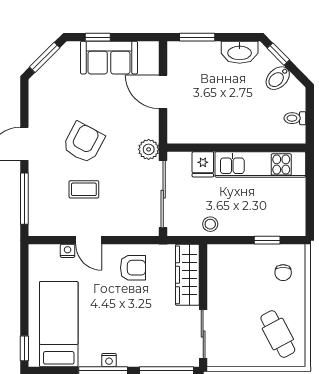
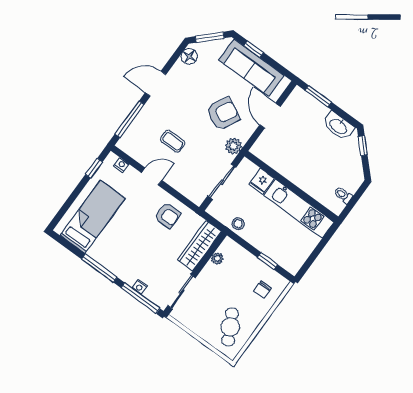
sofa: (109, 58) -> (251, 68), width x1.36
bidet: (278, 78) -> (351, 161), removed
floor lamp: (38, 92) -> (189, 56), added
armchair: (84, 143) -> (223, 114), moved
sliding door: (163, 194) -> (222, 182), width x0.73
door: (89, 240) -> (152, 176), swing flipped
nightstand: (68, 251) -> (121, 165), moved
plant: (215, 275) -> (217, 259), added
window: (24, 348) -> (94, 168), moved
nightstand: (109, 360) -> (140, 287), moved

